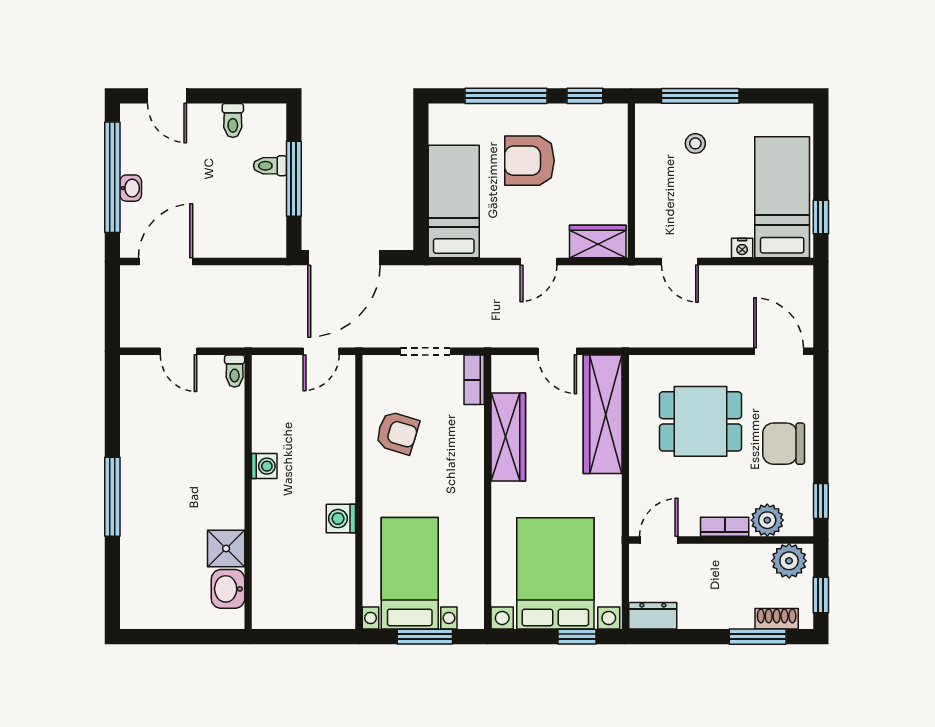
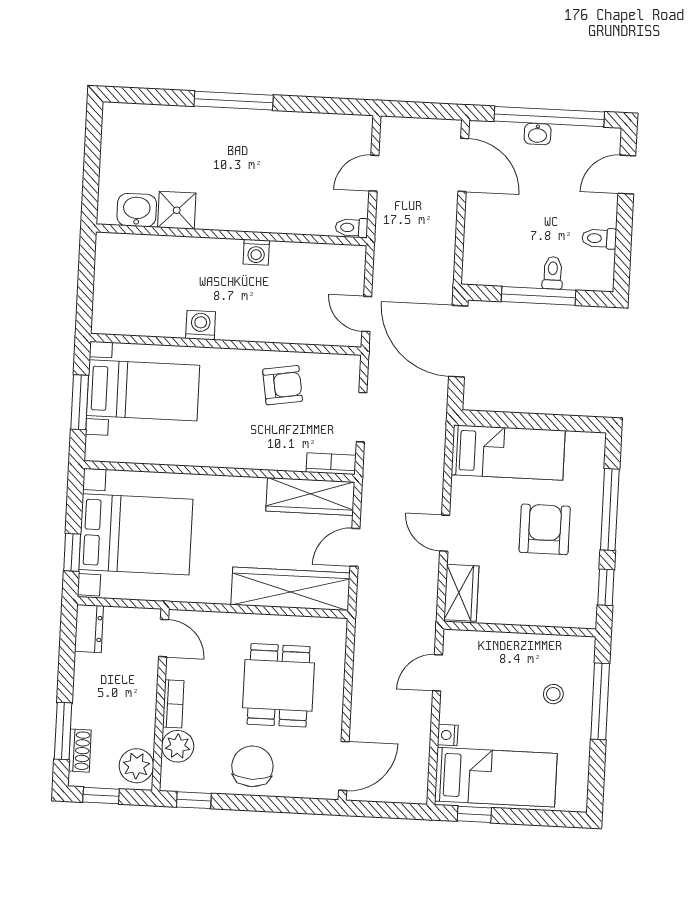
armchair: (397, 433) -> (283, 385), turned -116
wardrobe: (508, 437) -> (310, 497), moved

